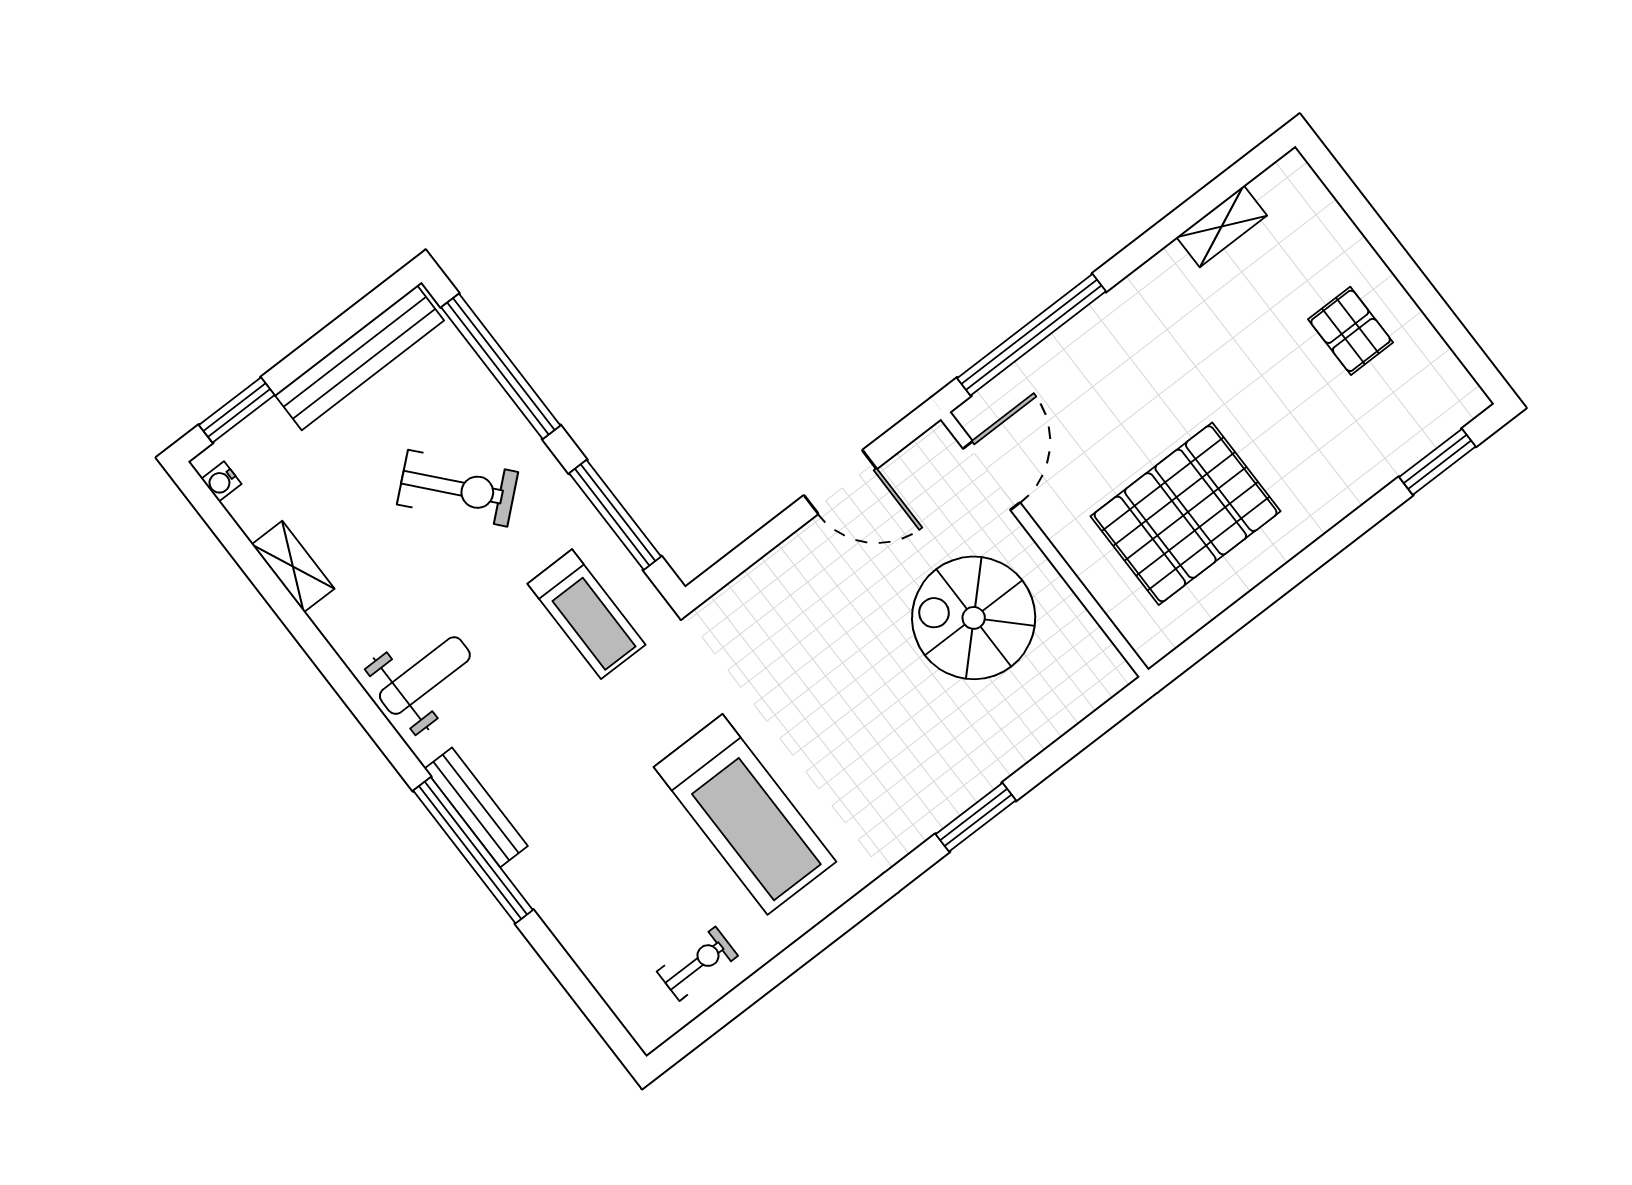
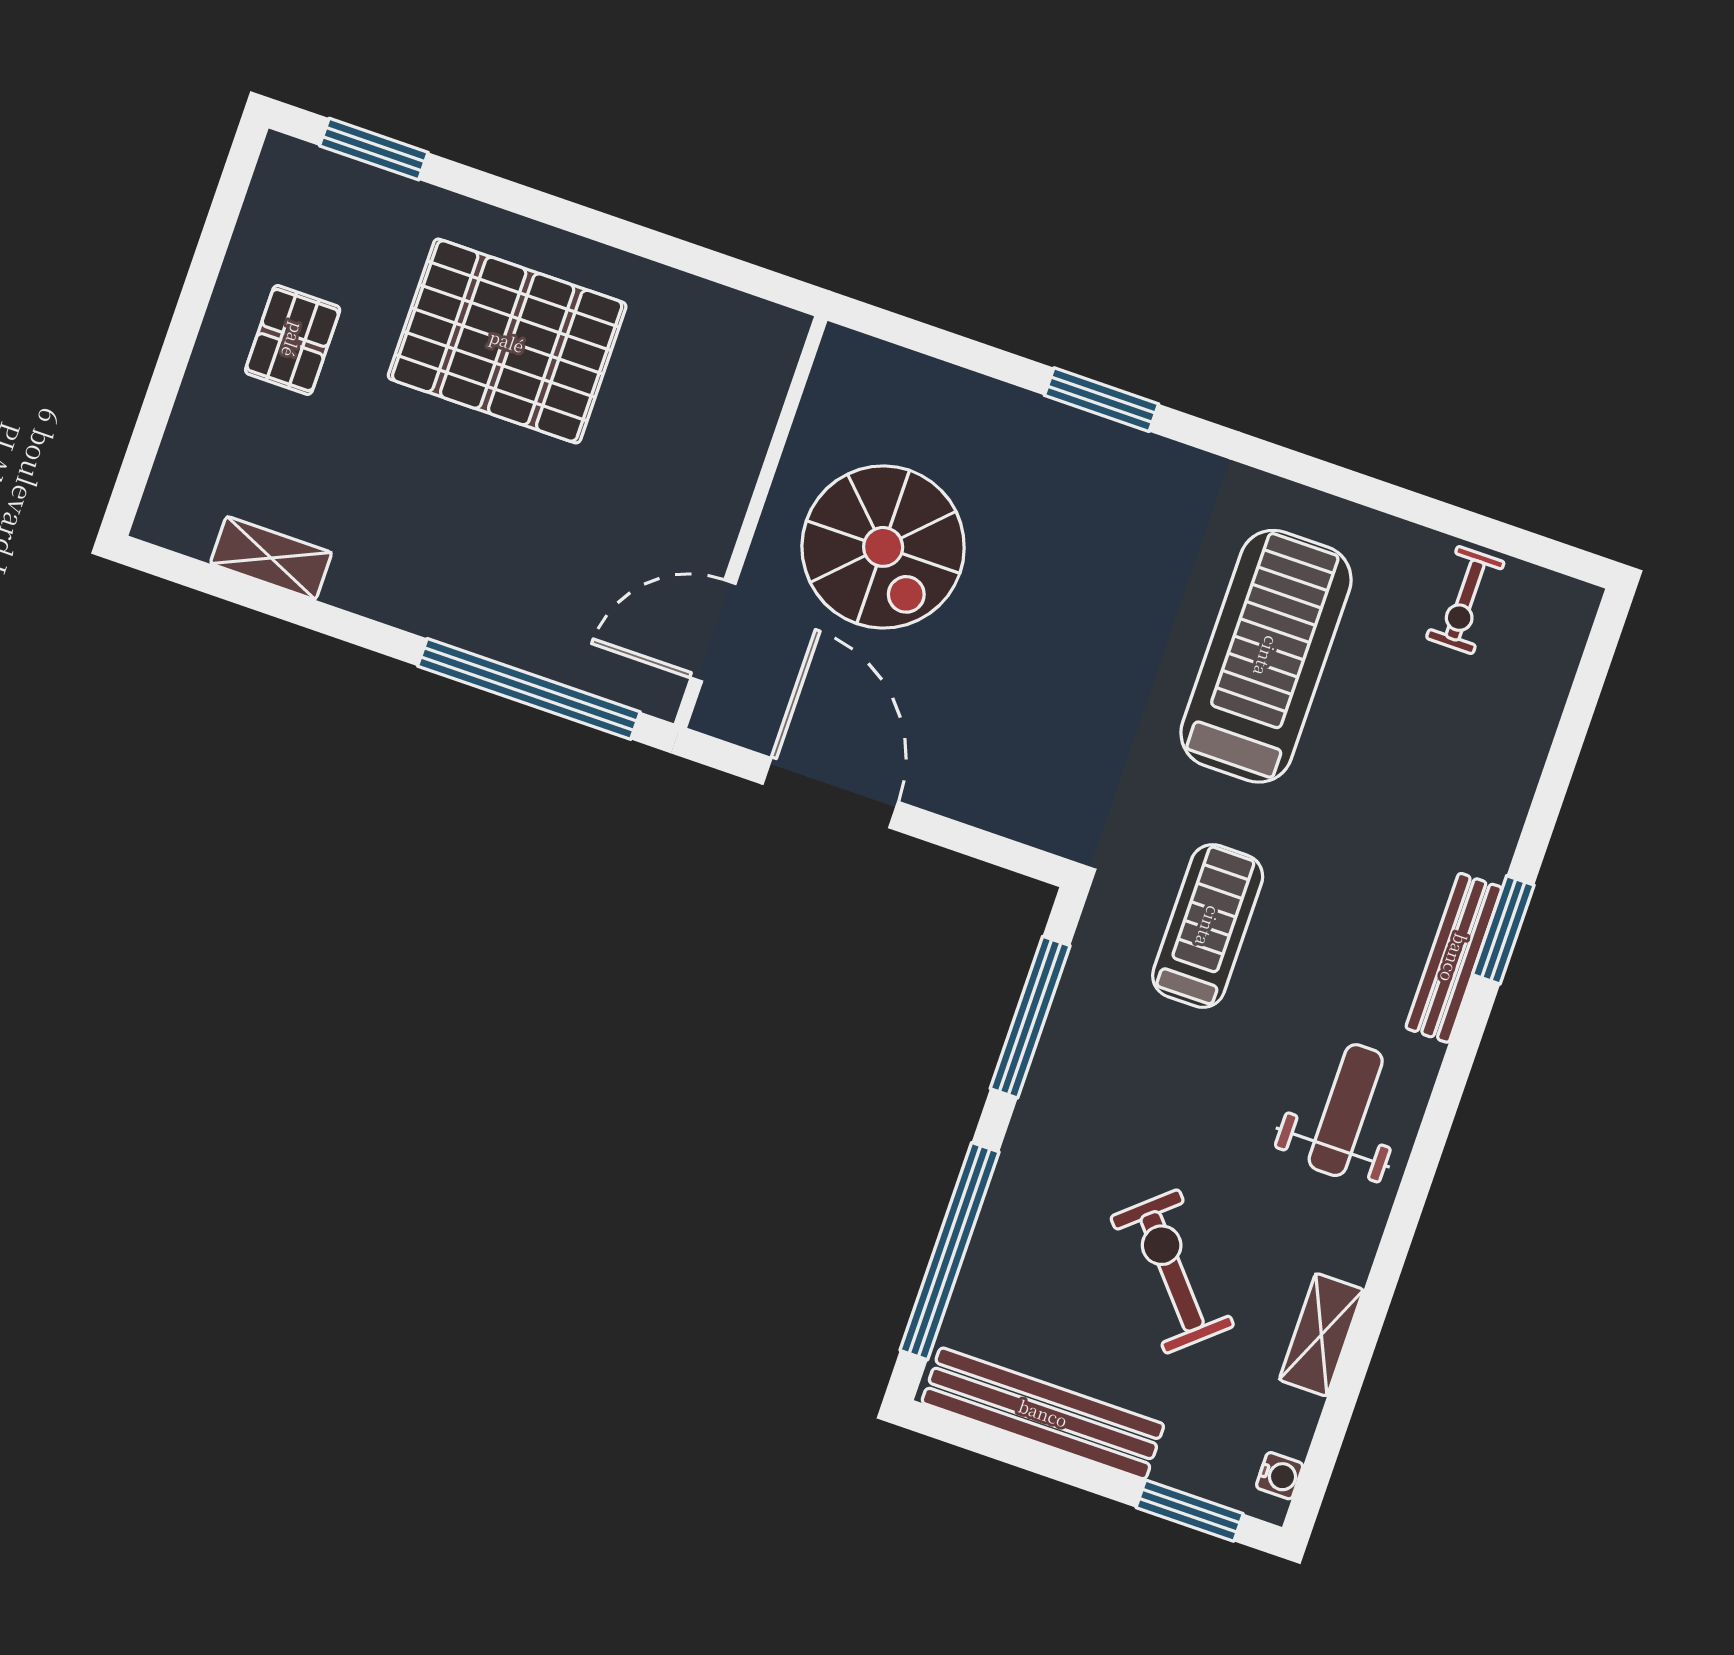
door: (840, 482) -> (830, 793), width x1.36
exercise bike: (458, 488) -> (1172, 1271), moved
pallet: (1186, 514) -> (507, 341), moved
treadmill: (587, 614) -> (1208, 926), moved
weight bench: (425, 676) -> (1346, 1110), turned 90
window: (473, 850) -> (1503, 930), width x0.47
exercise bike: (697, 964) -> (1465, 600), turned -90

